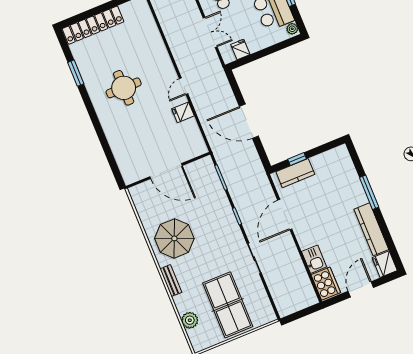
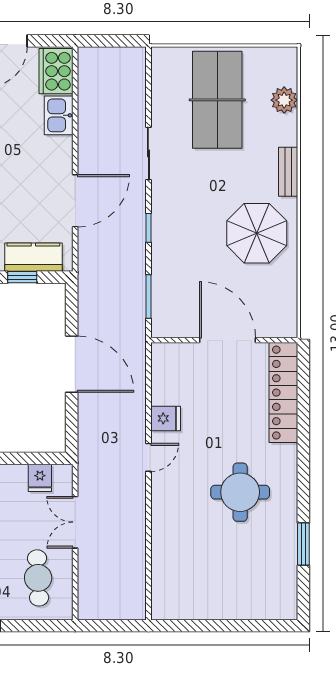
locker: (93, 25) -> (283, 393), moved, turned -90

